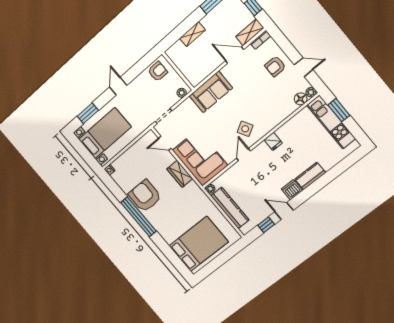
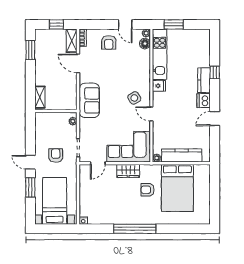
shelving: (192, 34) -> (40, 97), moved
door: (235, 55) -> (78, 63), hinge flipped
door: (304, 67) -> (125, 24), swing flipped
armchair: (158, 71) -> (56, 156), moved
window: (88, 113) -> (30, 187), moved
kitchen unit: (331, 122) -> (160, 54), moved, turned -90
armchair: (145, 196) -> (148, 190), moved, width x0.53, depth x0.53
window: (266, 225) -> (215, 72), moved
bed: (199, 244) -> (177, 188), moved, turned 180

